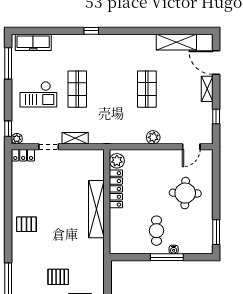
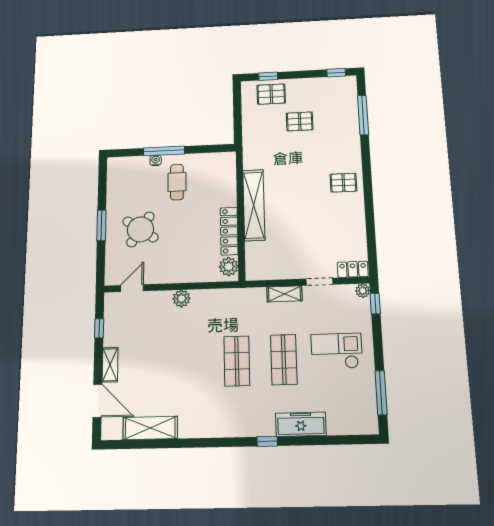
freezer: (33, 42) -> (301, 424), moved
shop shelf: (147, 89) -> (237, 361), moved
round table: (185, 193) -> (140, 229), turned 32
window: (216, 232) -> (101, 225), moved

